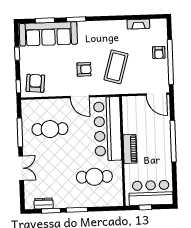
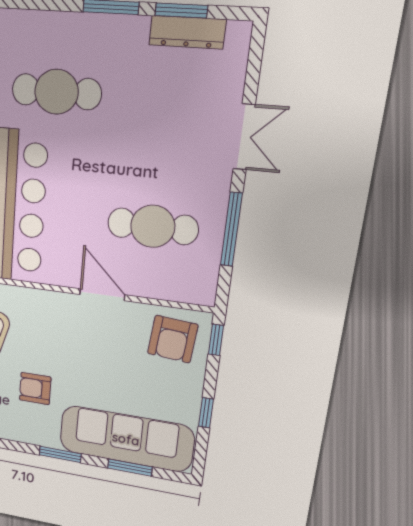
armchair: (84, 69) -> (35, 389), moved
door: (80, 97) -> (102, 295), moved
double door: (21, 168) -> (244, 137), swing flipped
dresser: (44, 203) -> (187, 32), width x1.44

